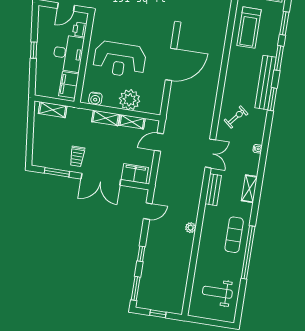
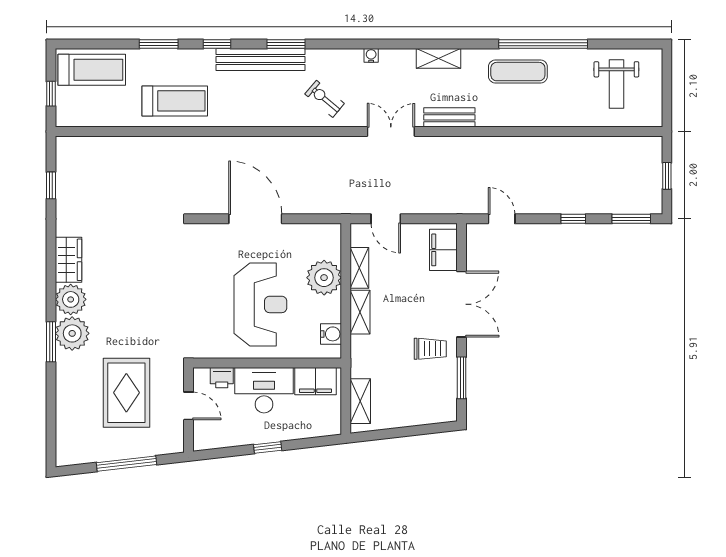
window: (279, 58) -> (217, 44), width x0.67
plant: (191, 228) -> (518, 145), removed

